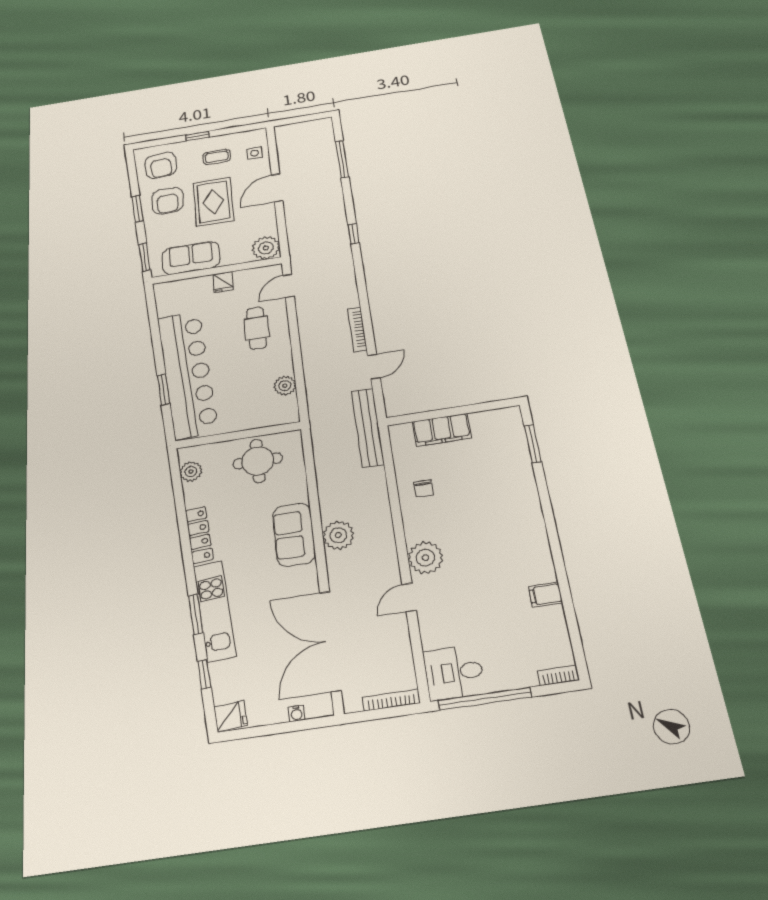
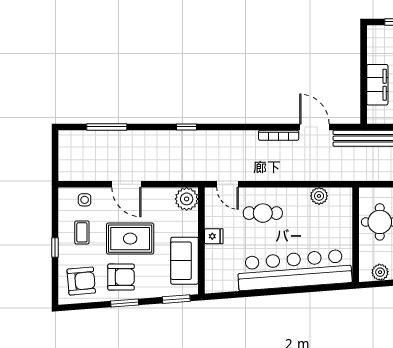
door: (374, 367) -> (314, 127), width x1.38
window: (163, 389) -> (306, 289), removed

